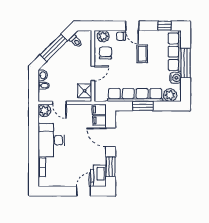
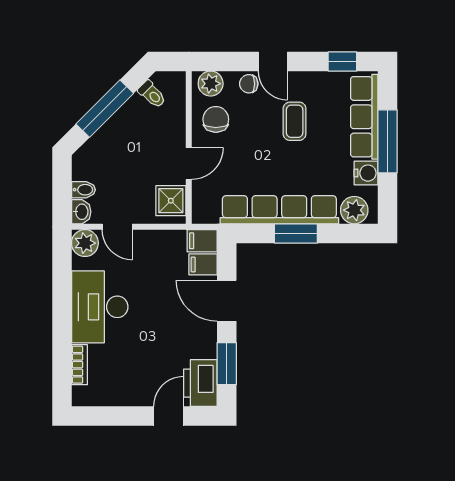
washbasin: (43, 75) -> (81, 212), moved

